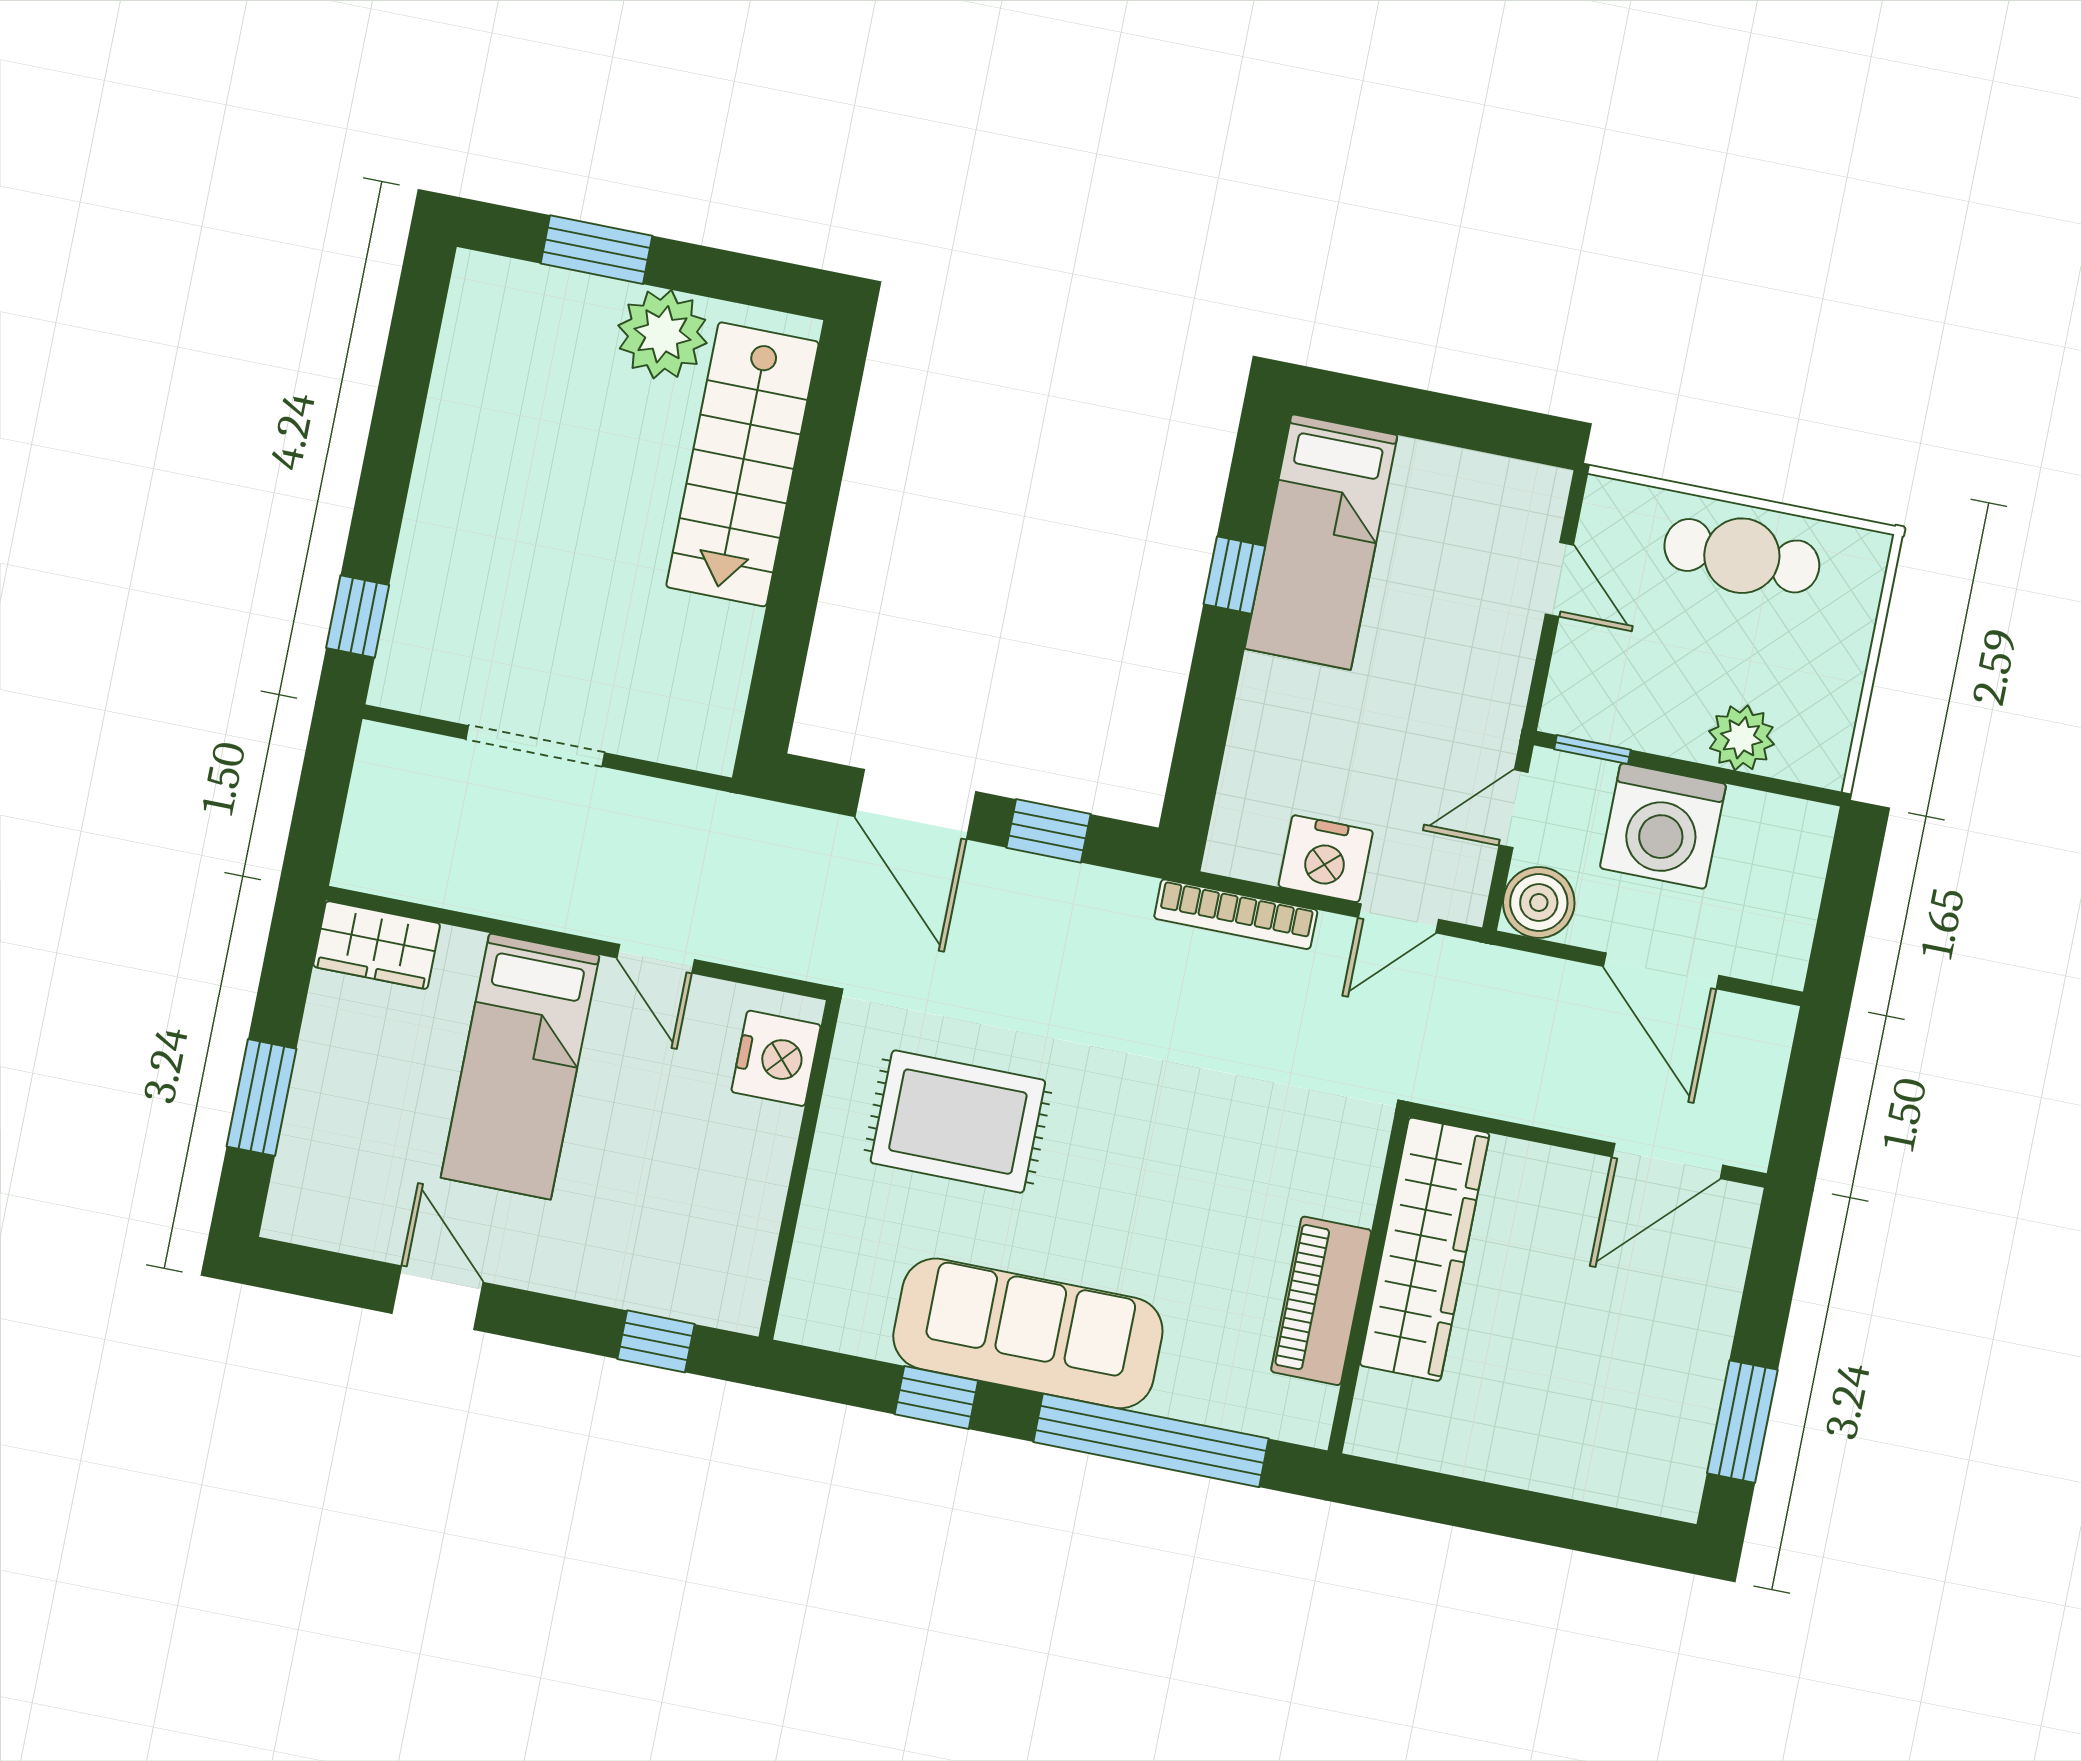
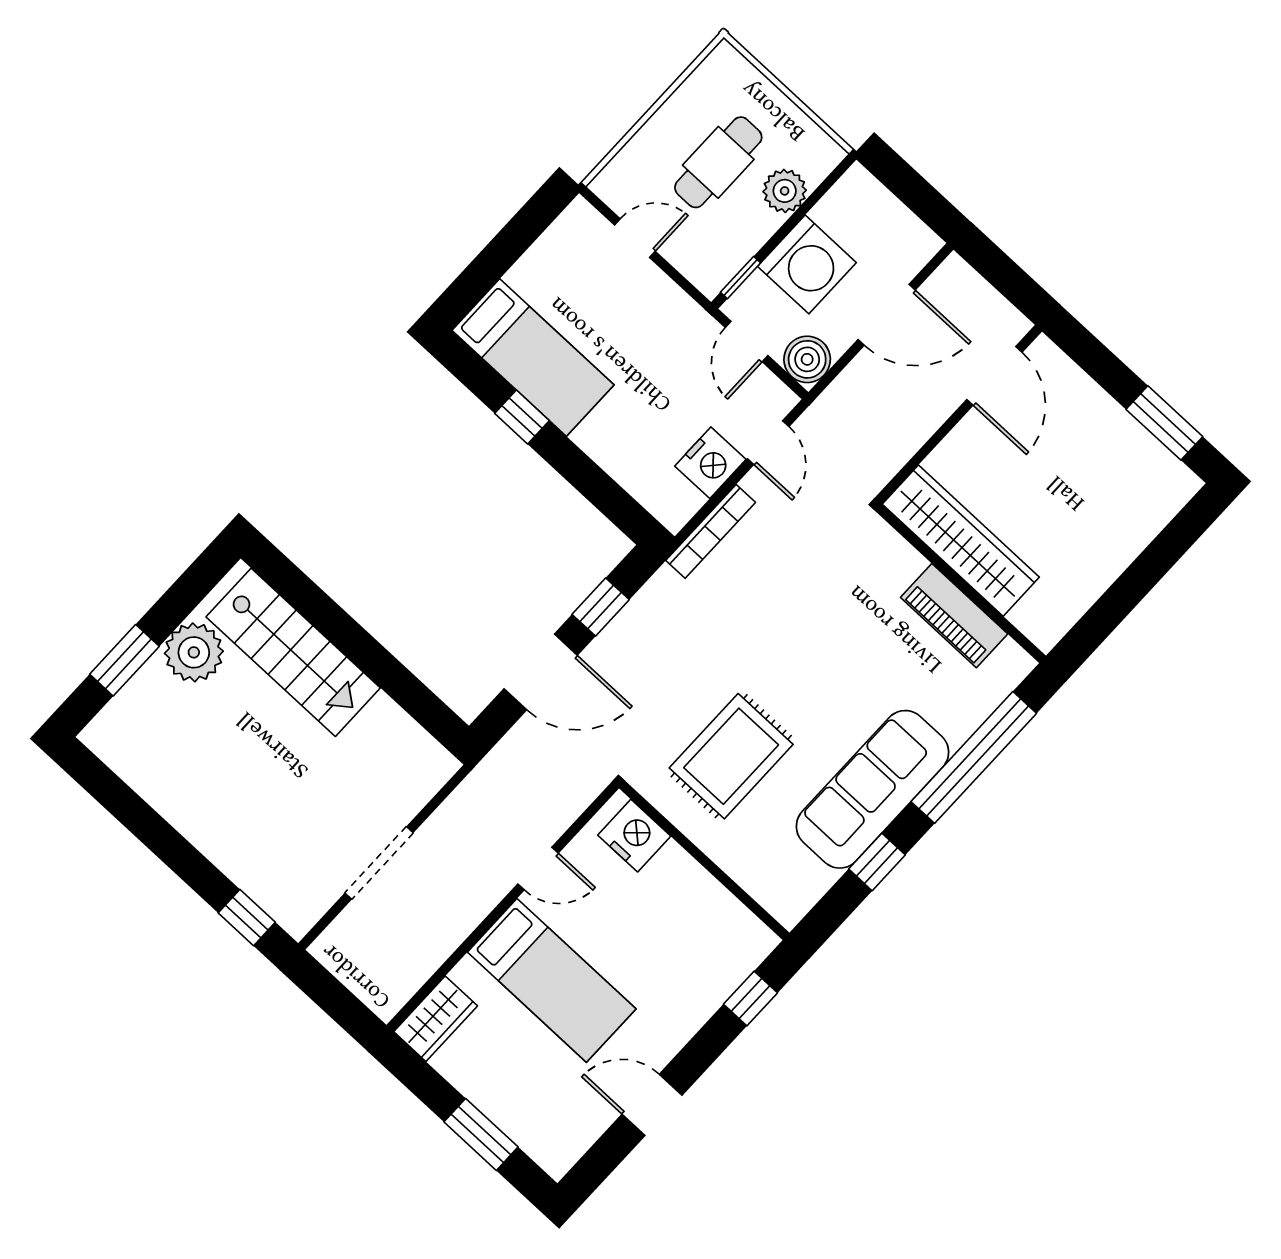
cafe table: (1742, 556) -> (718, 162), moved

